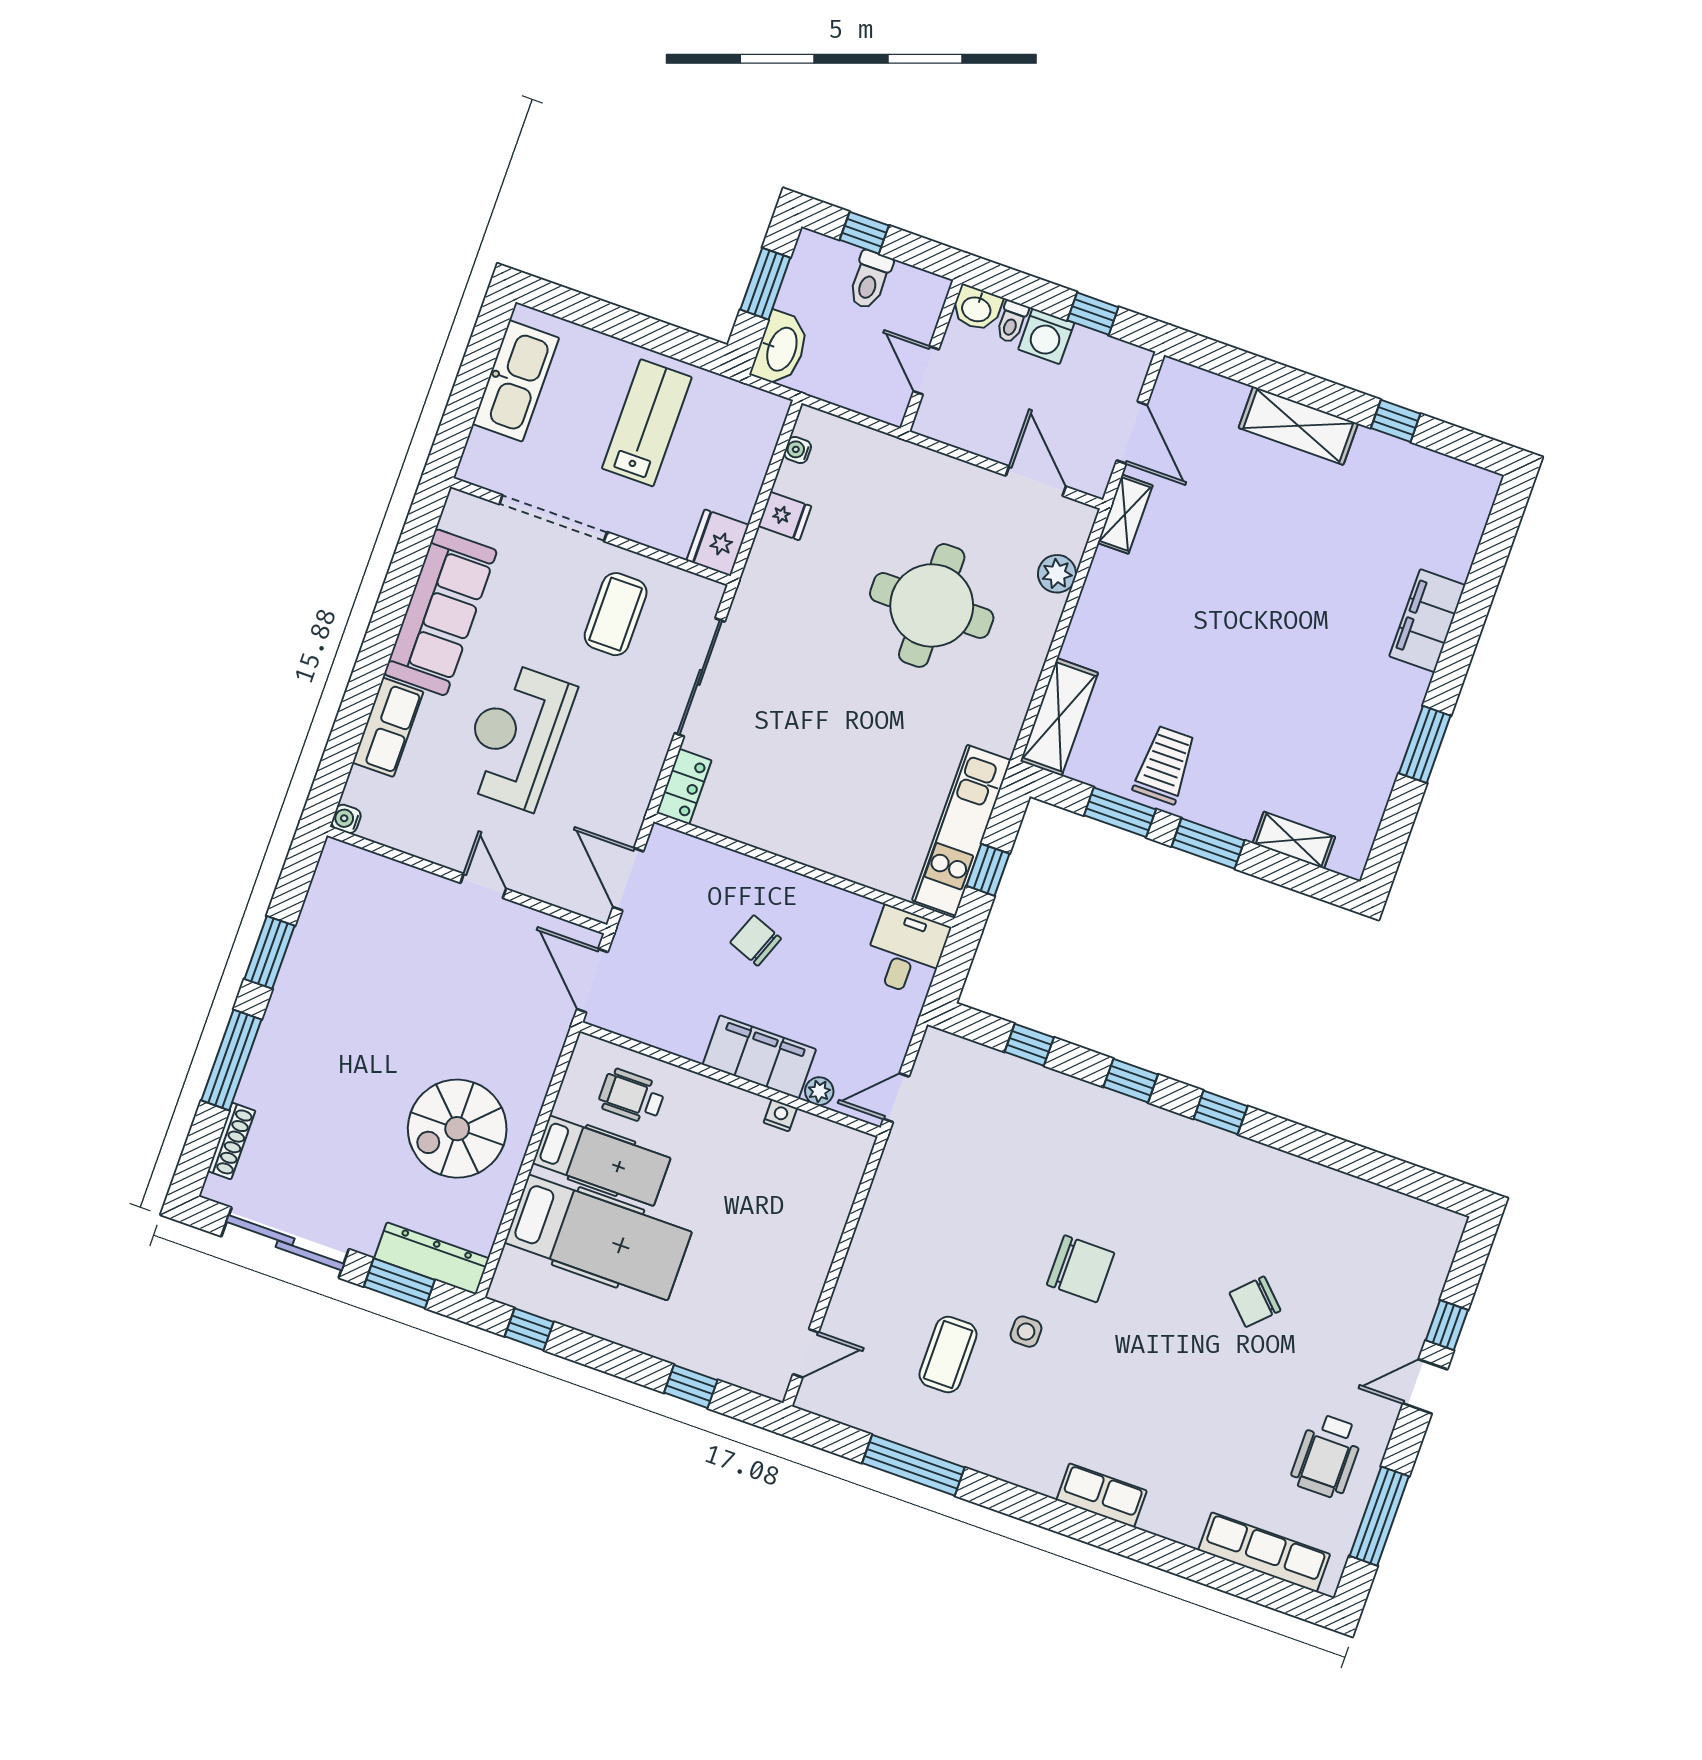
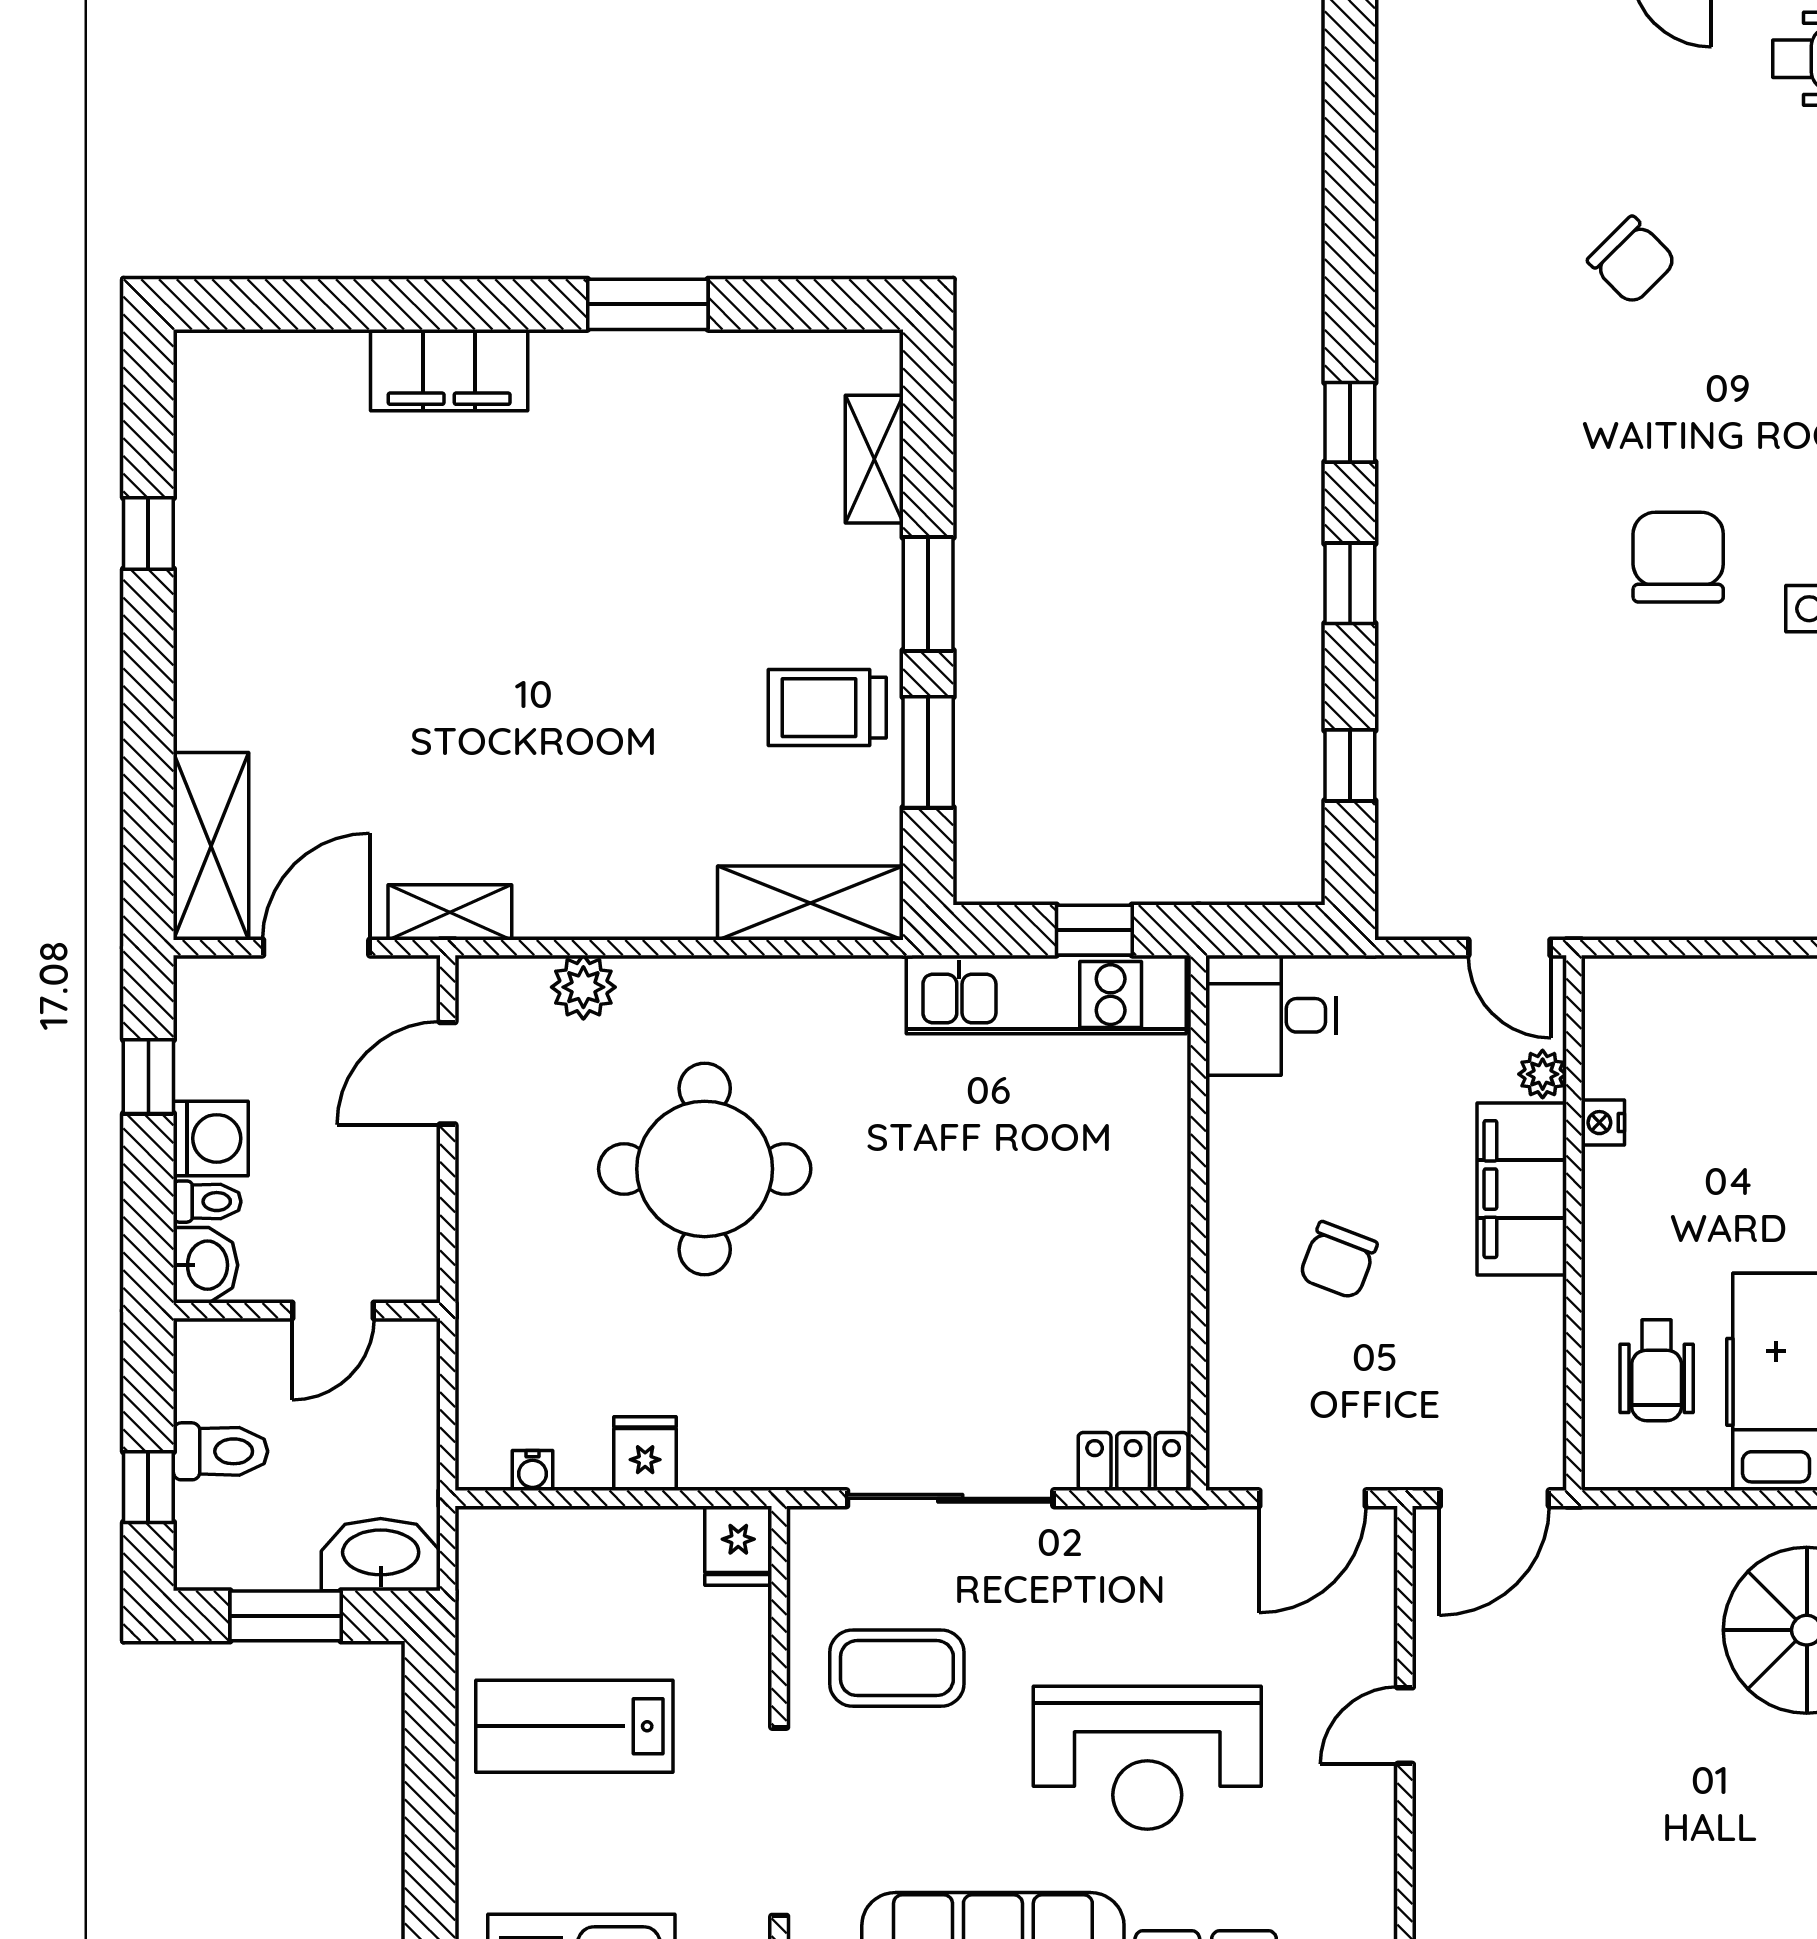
shelving: (1298, 426) -> (211, 846), moved
fridge: (718, 543) -> (738, 1546), width x0.72

